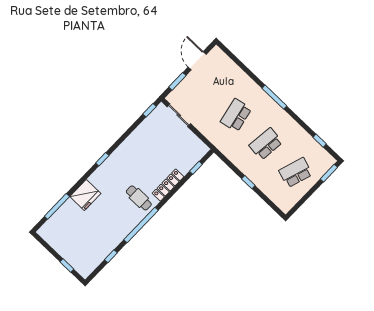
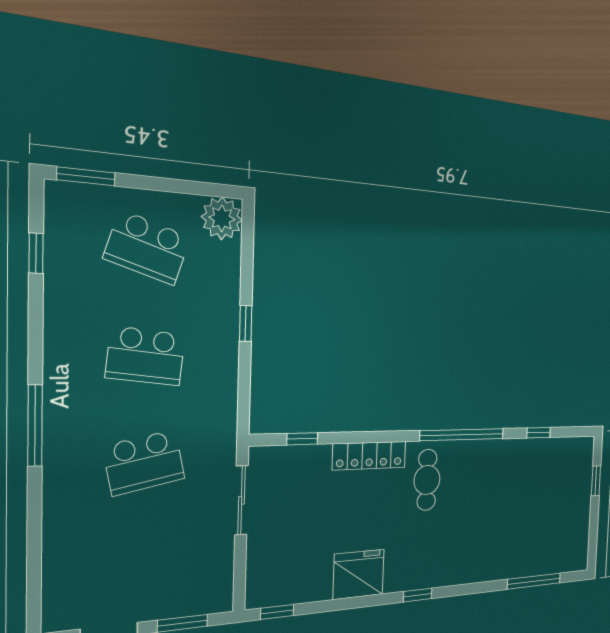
sliding door: (179, 115) -> (241, 500), moved
fridge: (85, 195) -> (359, 574), moved
plant: (285, 203) -> (222, 218), added

